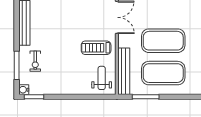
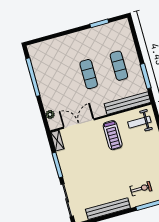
exercise mat: (163, 41) -> (89, 74), width x0.50, depth x0.69
exercise mat: (163, 73) -> (119, 66), width x0.50, depth x0.69

